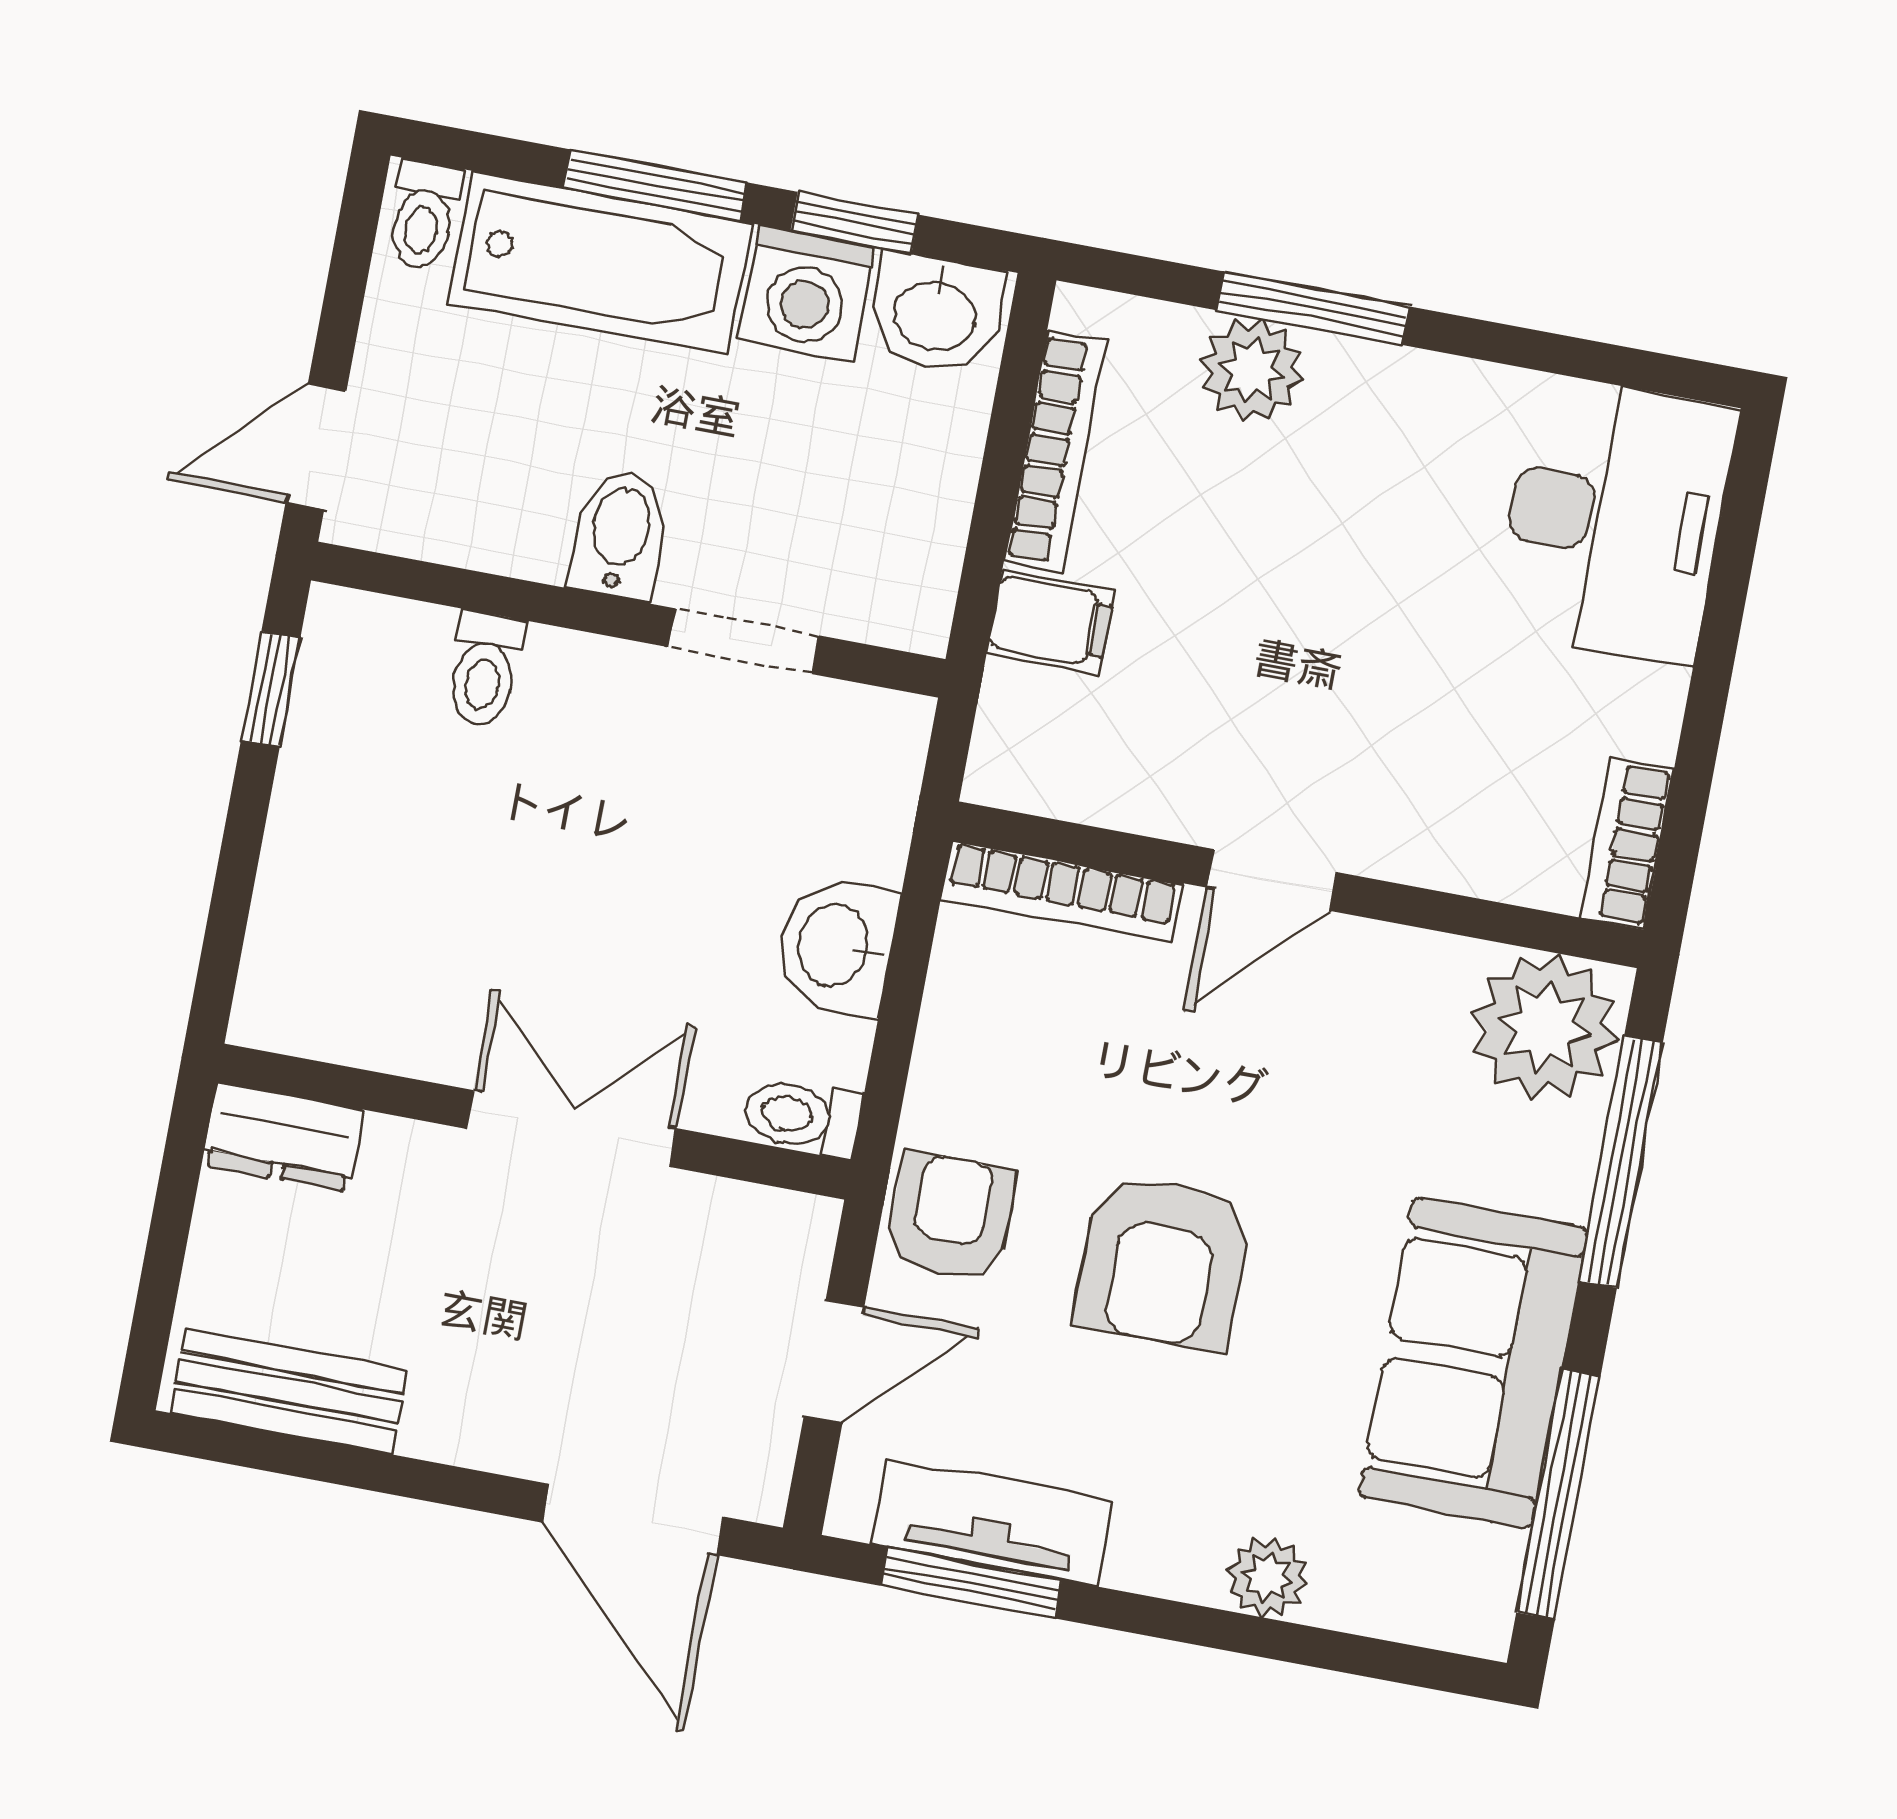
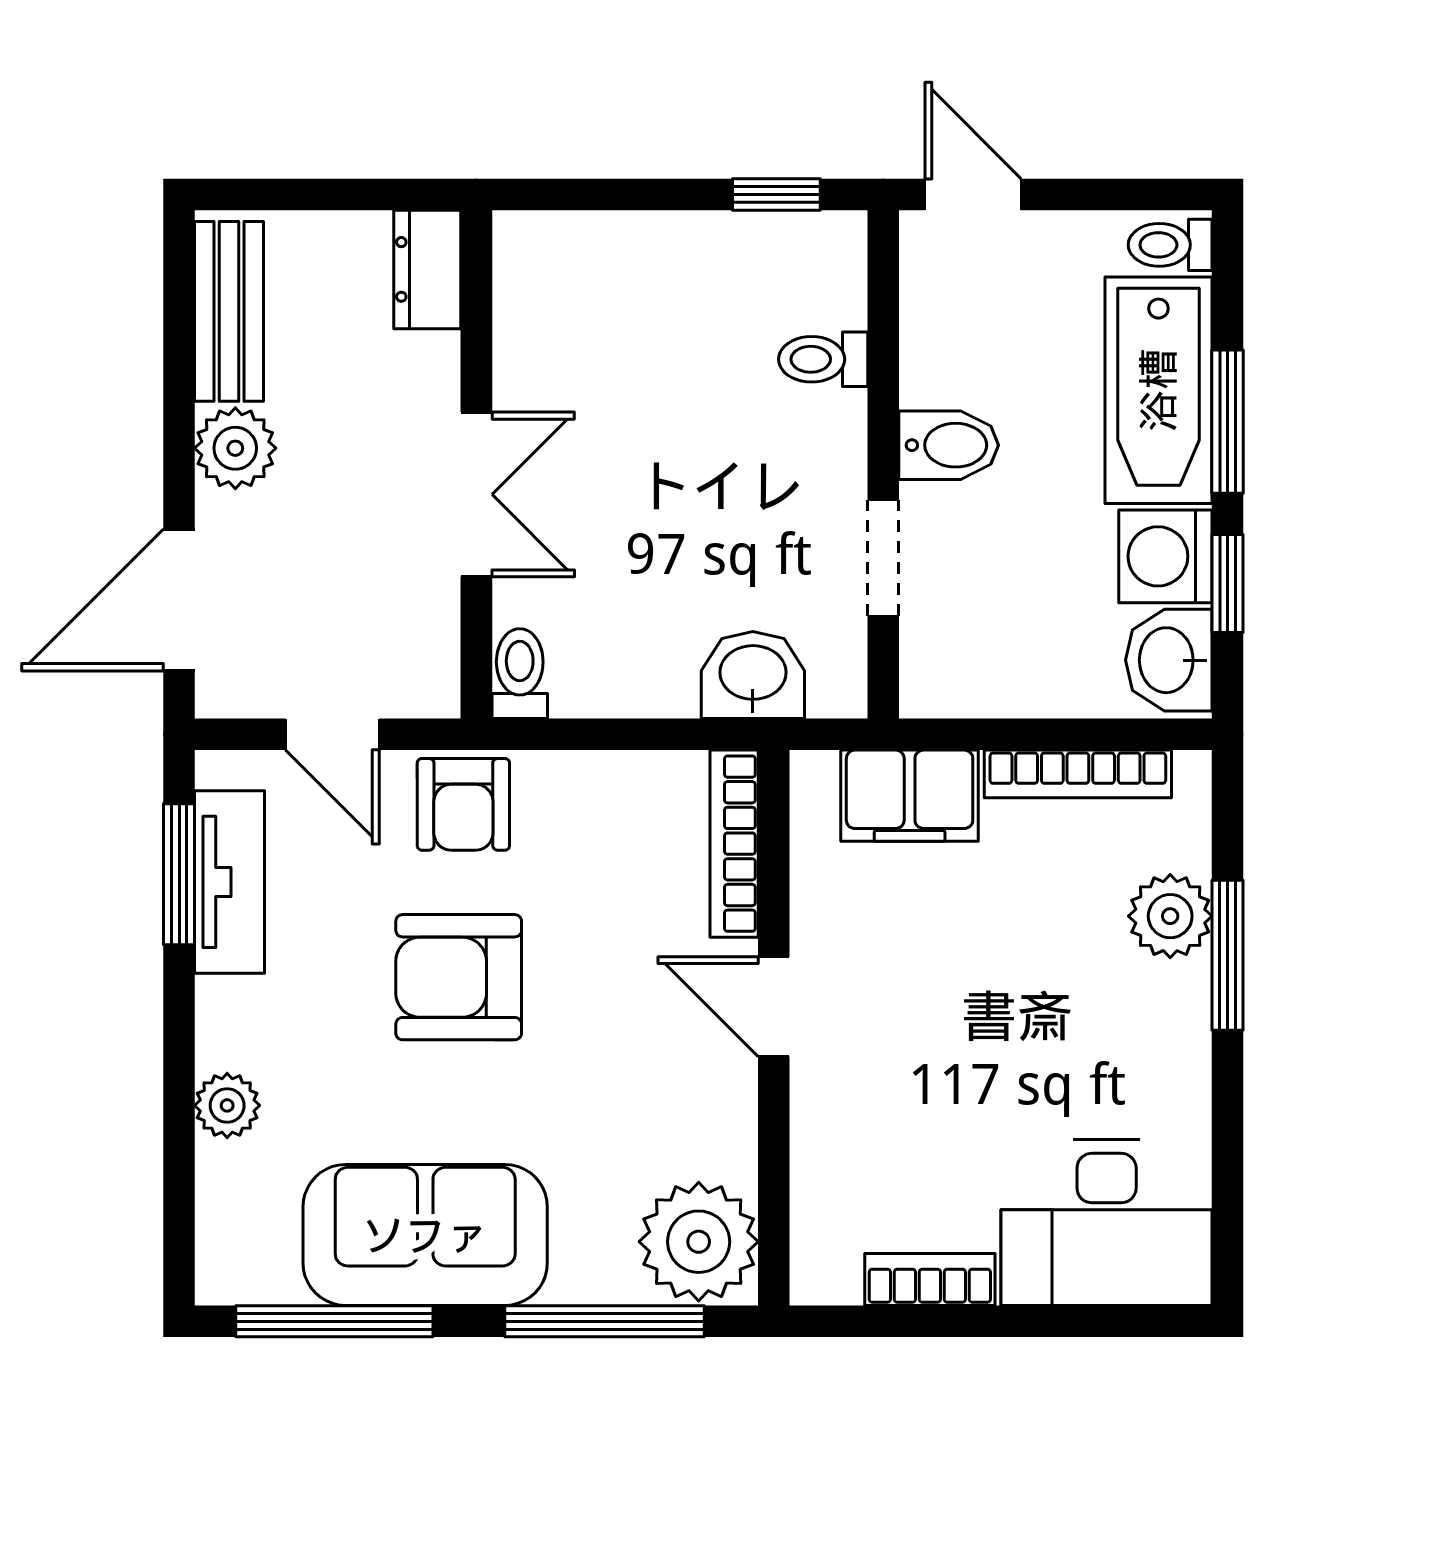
filing cabinet: (1051, 621) -> (910, 796), width x2.00
bookcase: (1627, 843) -> (930, 1279), moved
washbasin: (836, 946) -> (753, 675), moved
armchair: (951, 1216) -> (463, 804), turned 90
plant: (459, 1415) -> (235, 448), added

